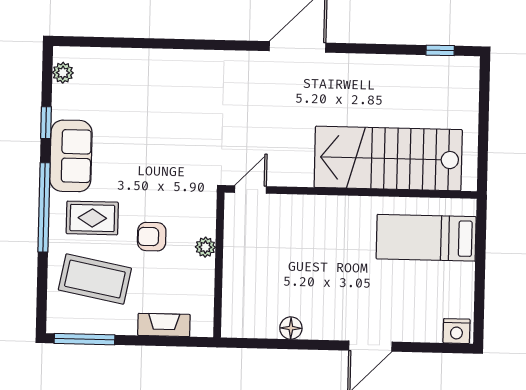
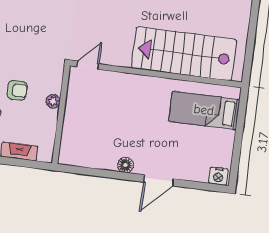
armchair: (152, 237) -> (17, 90), turned 180
floor lamp: (291, 328) -> (126, 165), moved

